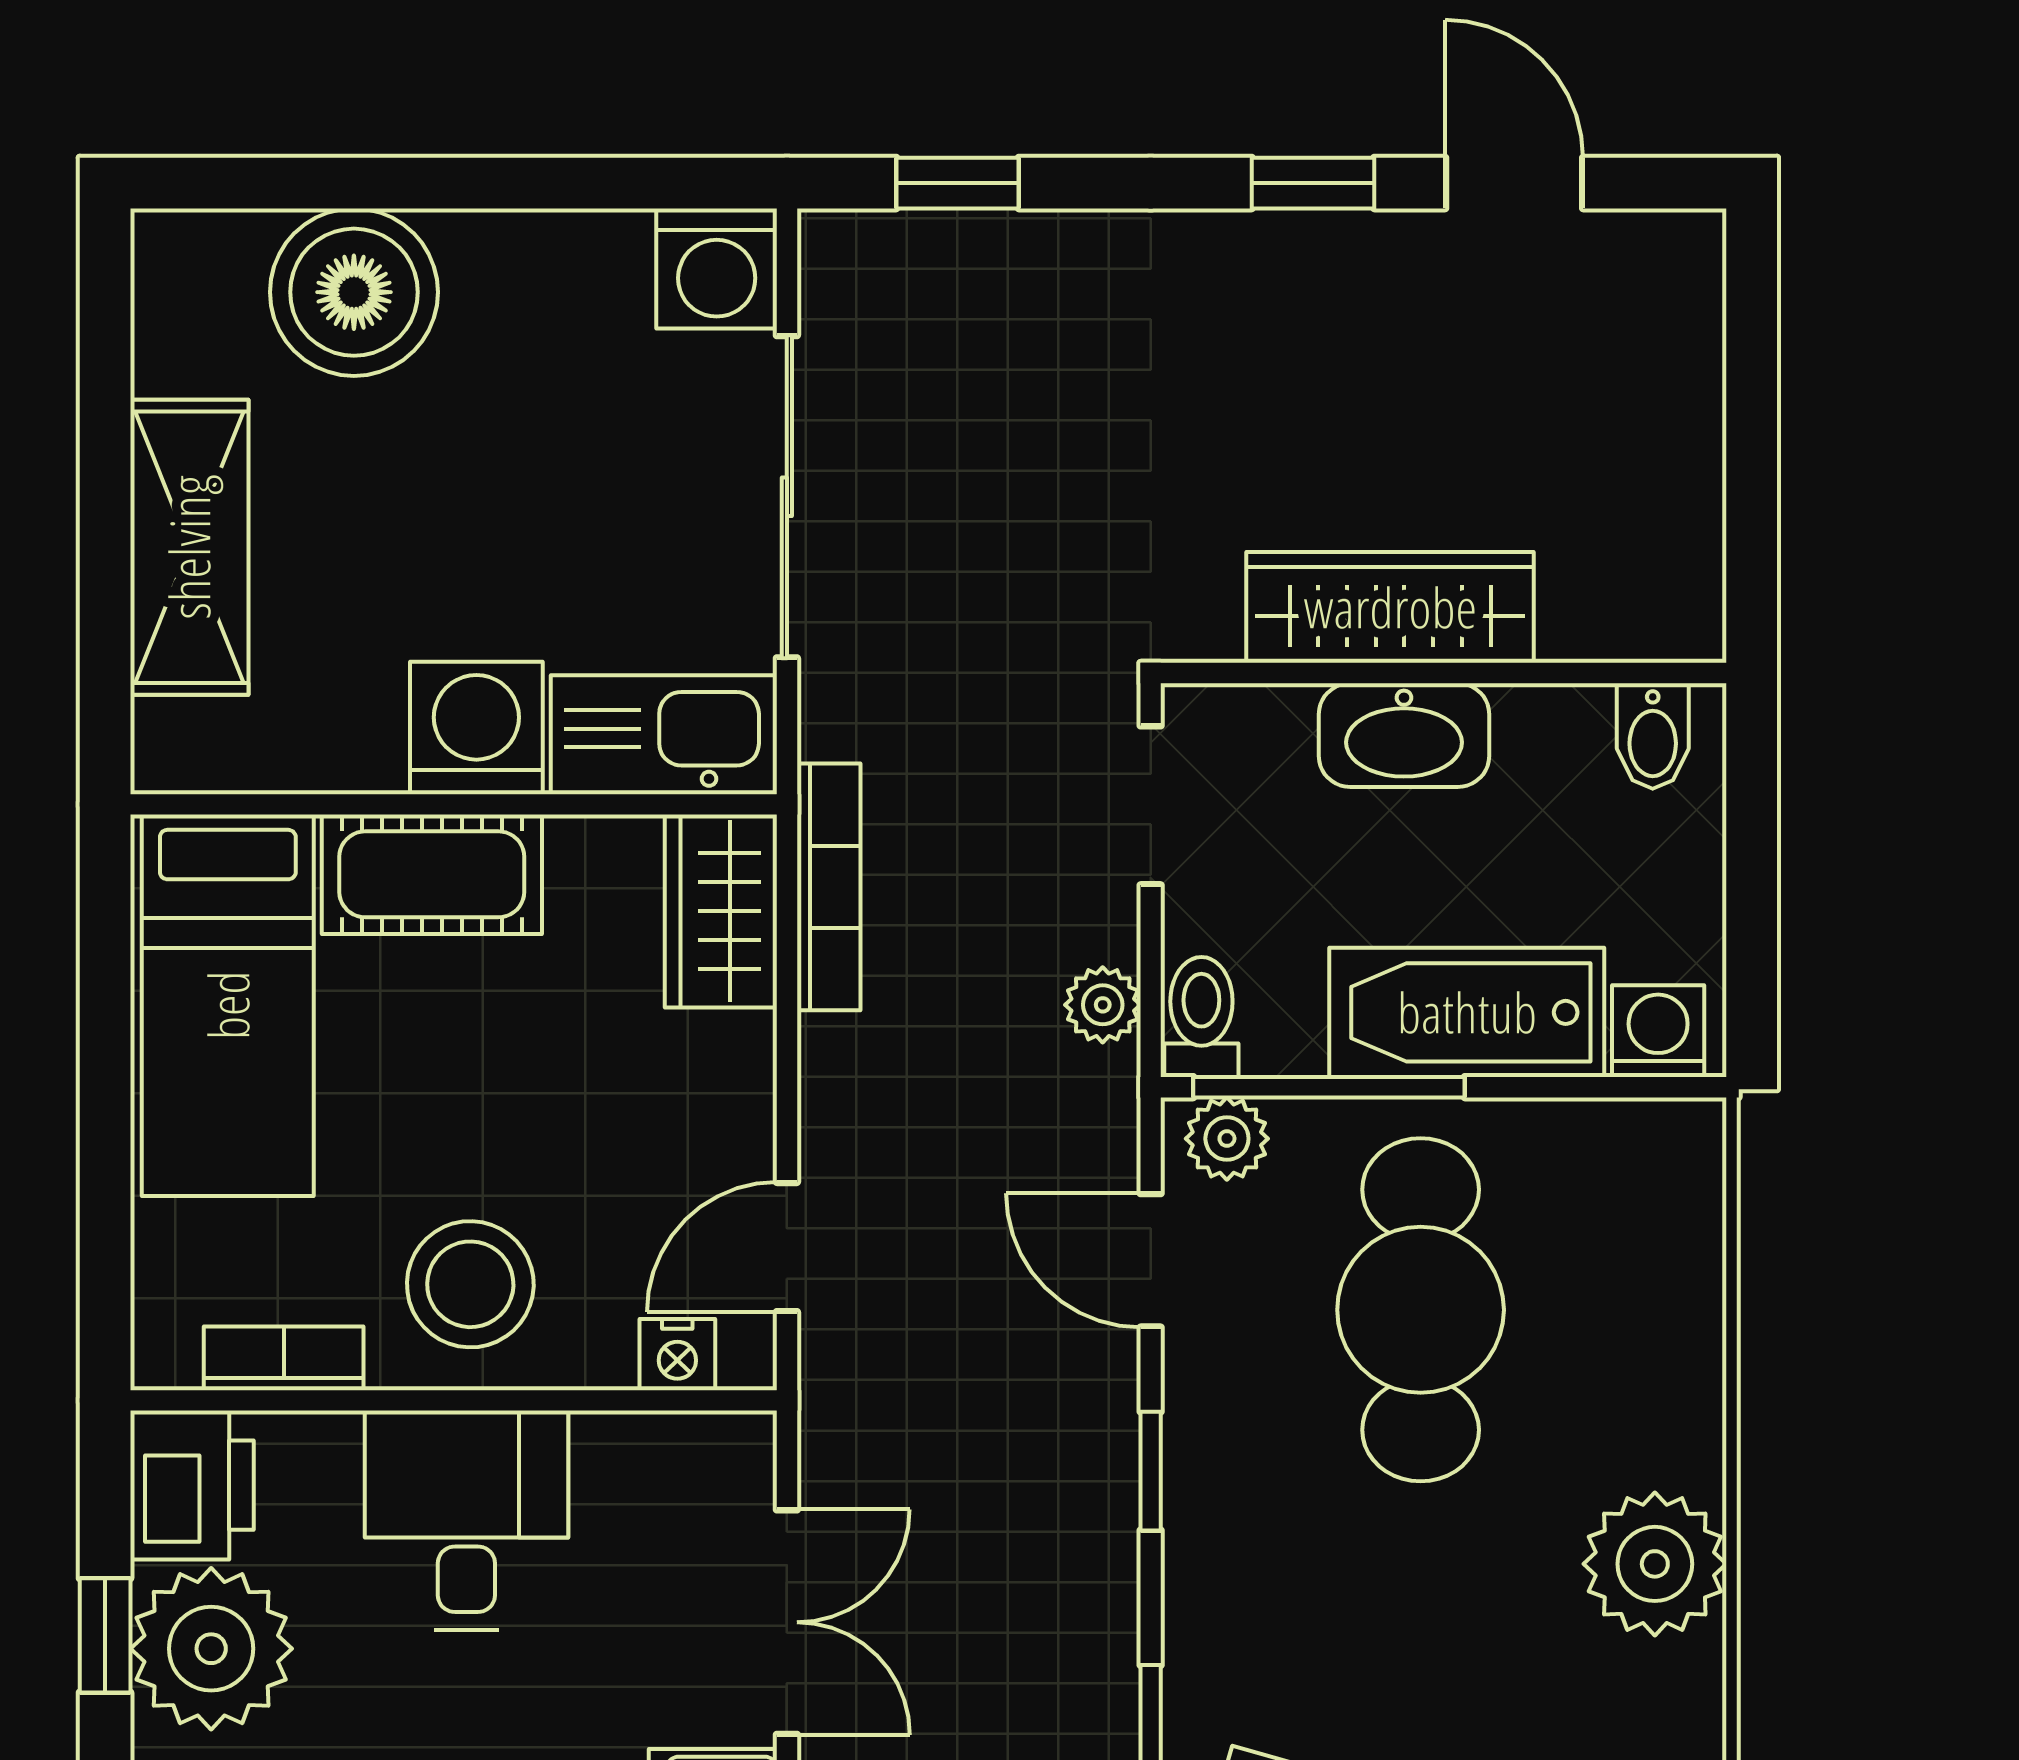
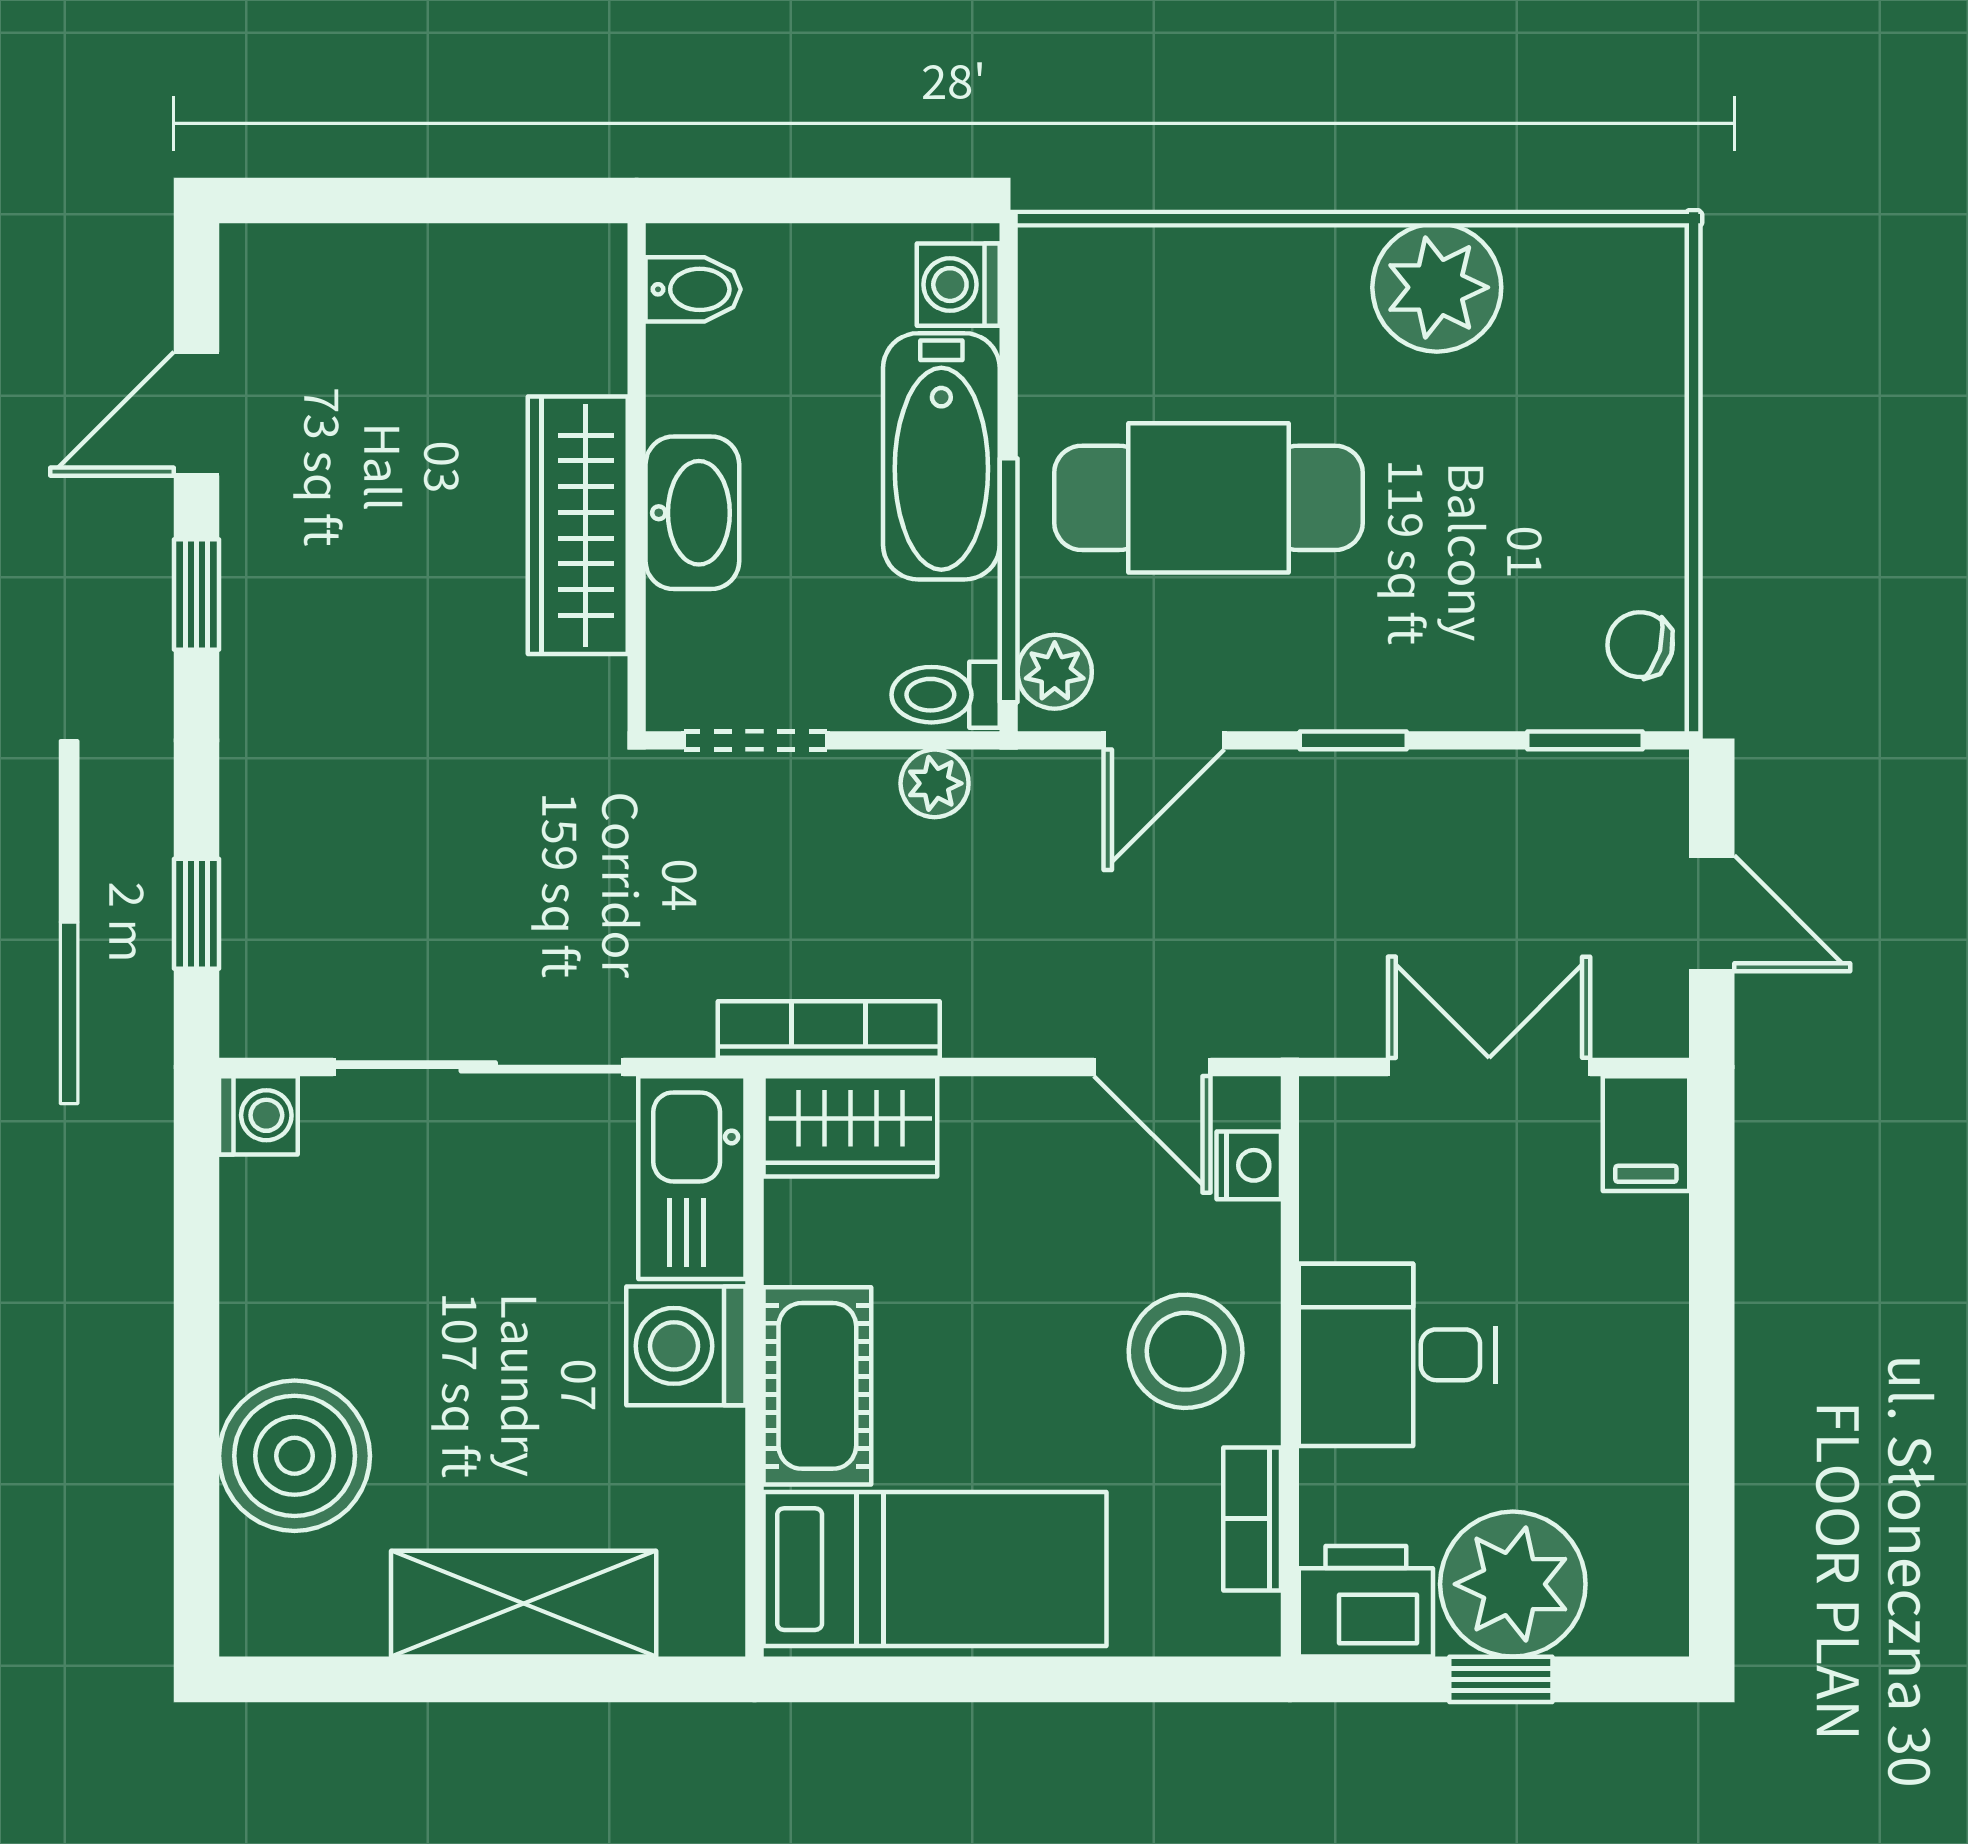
washing machine: (717, 269) -> (258, 1115), width x0.73, depth x0.73

